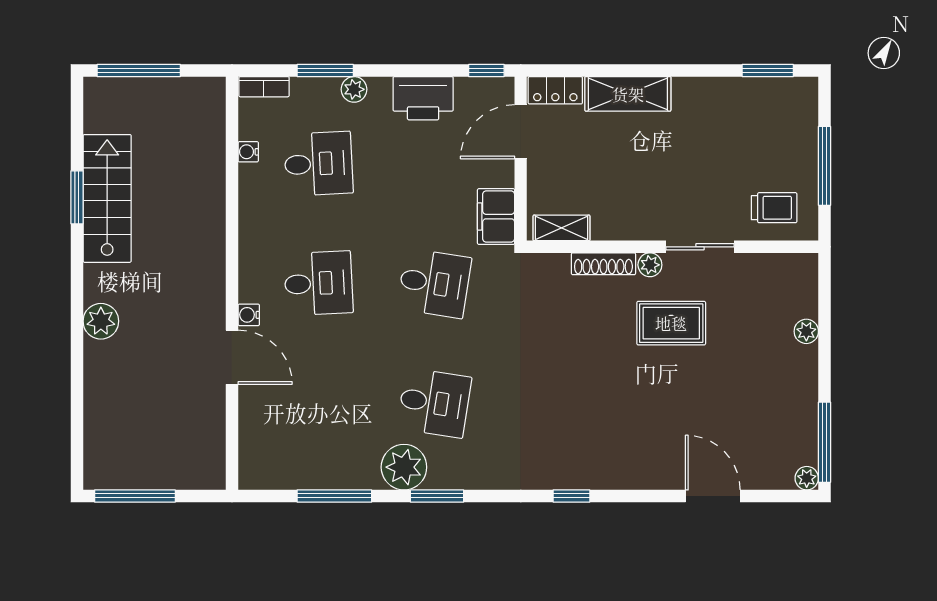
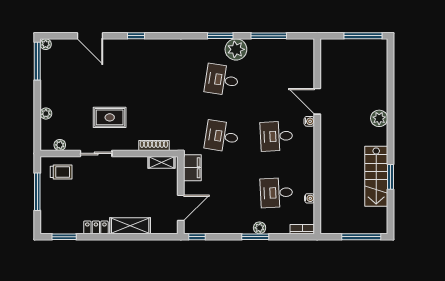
window: (325, 71) -> (255, 237), moved
locker: (555, 90) -> (96, 227), moved
printer: (423, 98) -> (227, 224), removed
trolley: (774, 208) -> (61, 172), turned 180
shoe rack: (603, 264) -> (154, 145), moved
plant: (650, 265) -> (60, 145), moved
window: (571, 496) -> (136, 36), moved

